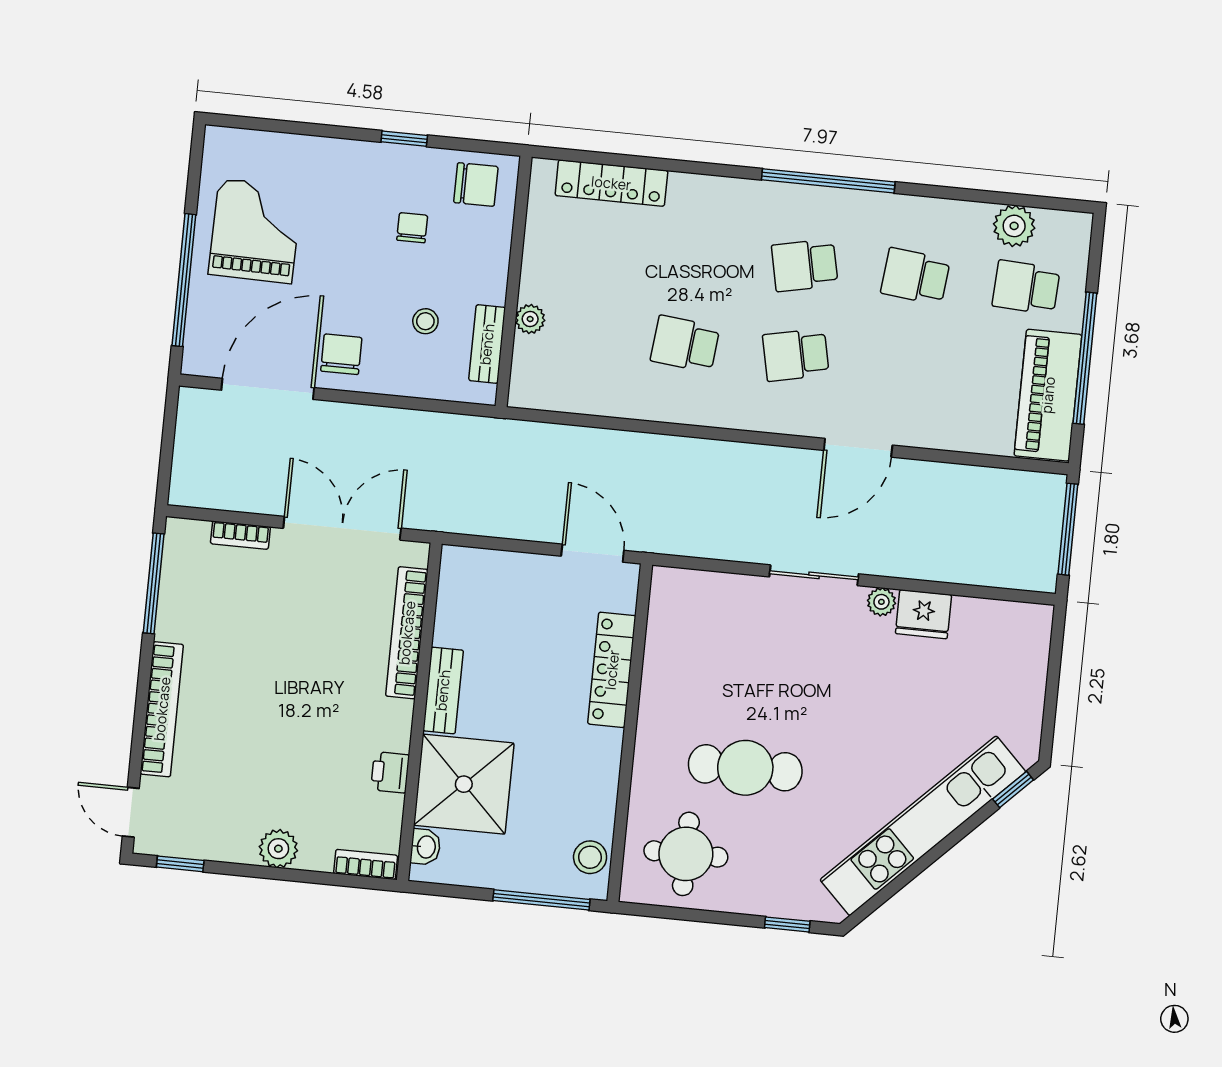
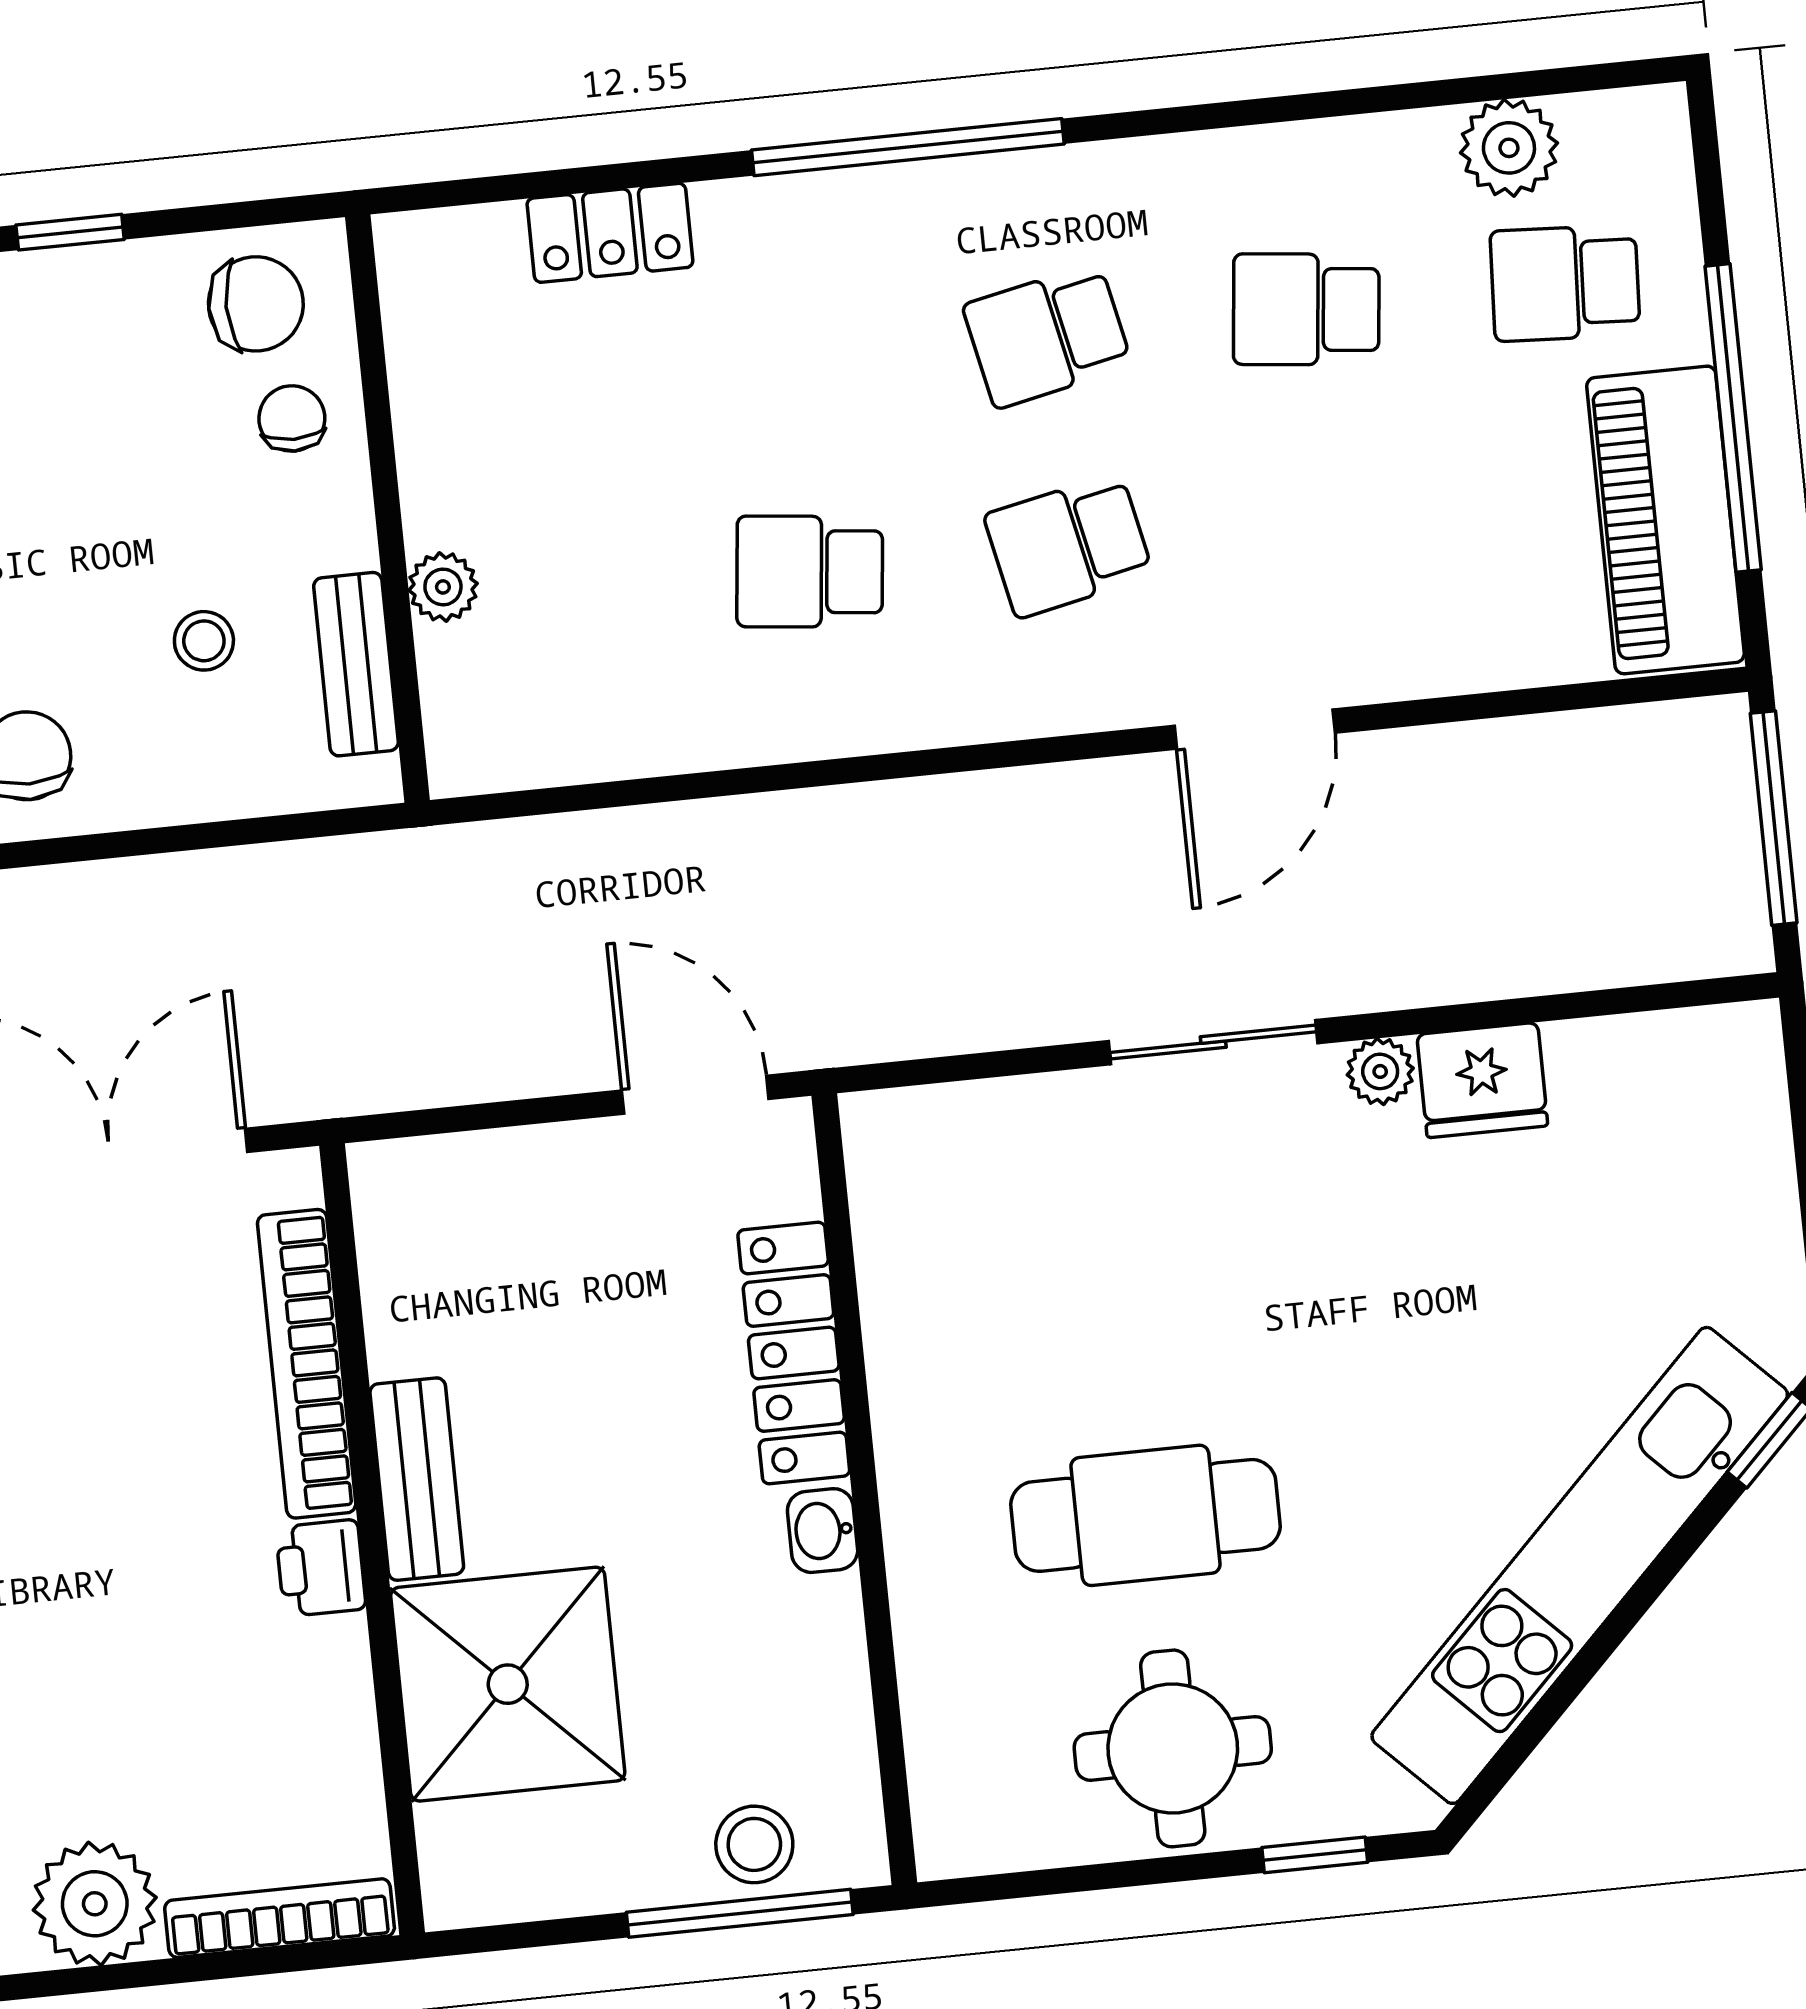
window: (828, 181) -> (908, 147), moved
locker: (611, 183) -> (610, 233), width x0.66
chair: (412, 228) -> (292, 418), moved
printer: (390, 772) -> (321, 1568), moved
washbasin: (425, 847) -> (823, 1531), moved, turned 180
plant: (278, 849) -> (95, 1904), width x1.36, depth x1.36
round table: (686, 854) -> (1173, 1748), moved
stool: (590, 857) -> (754, 1844), moved
bookcase: (366, 864) -> (280, 1918), width x1.56

